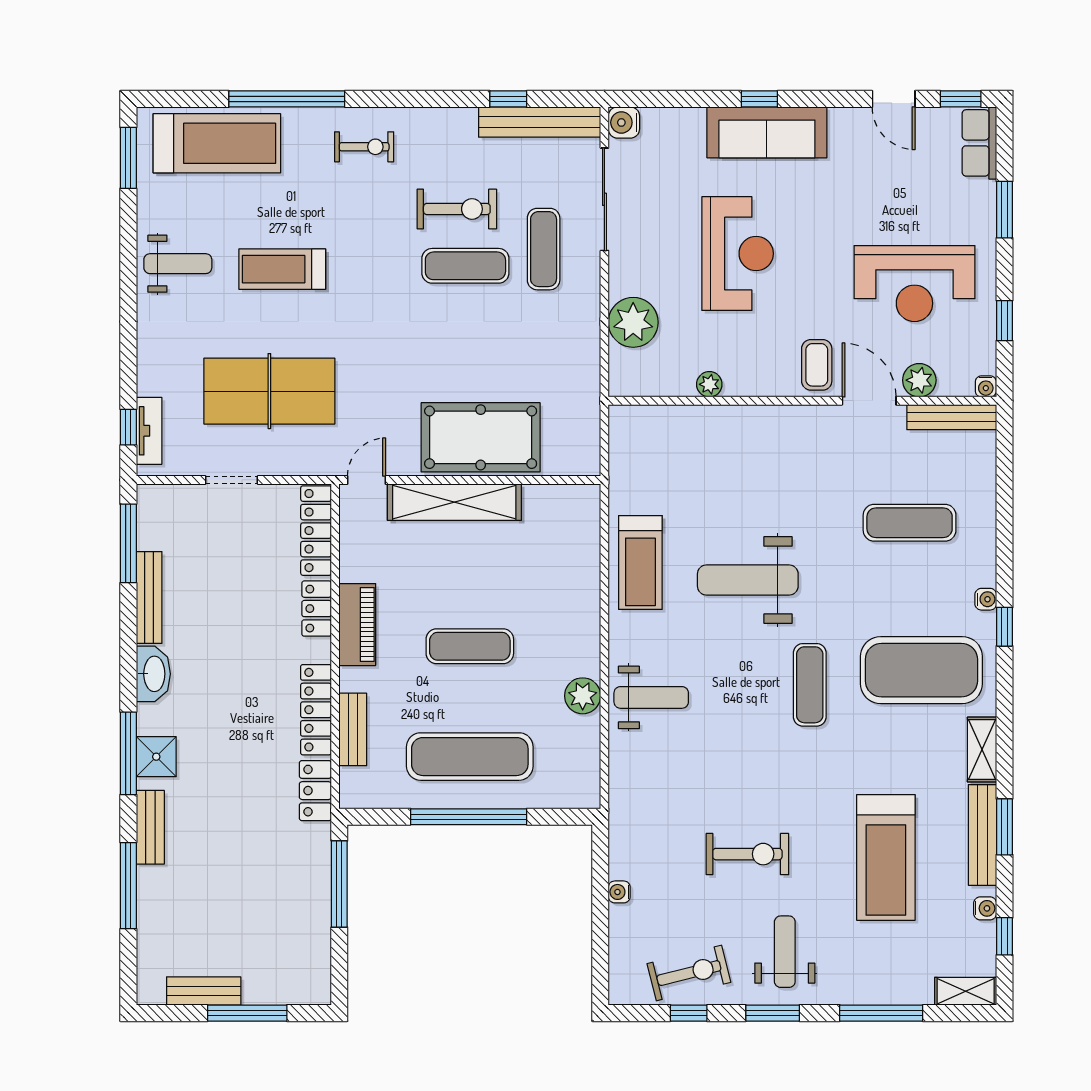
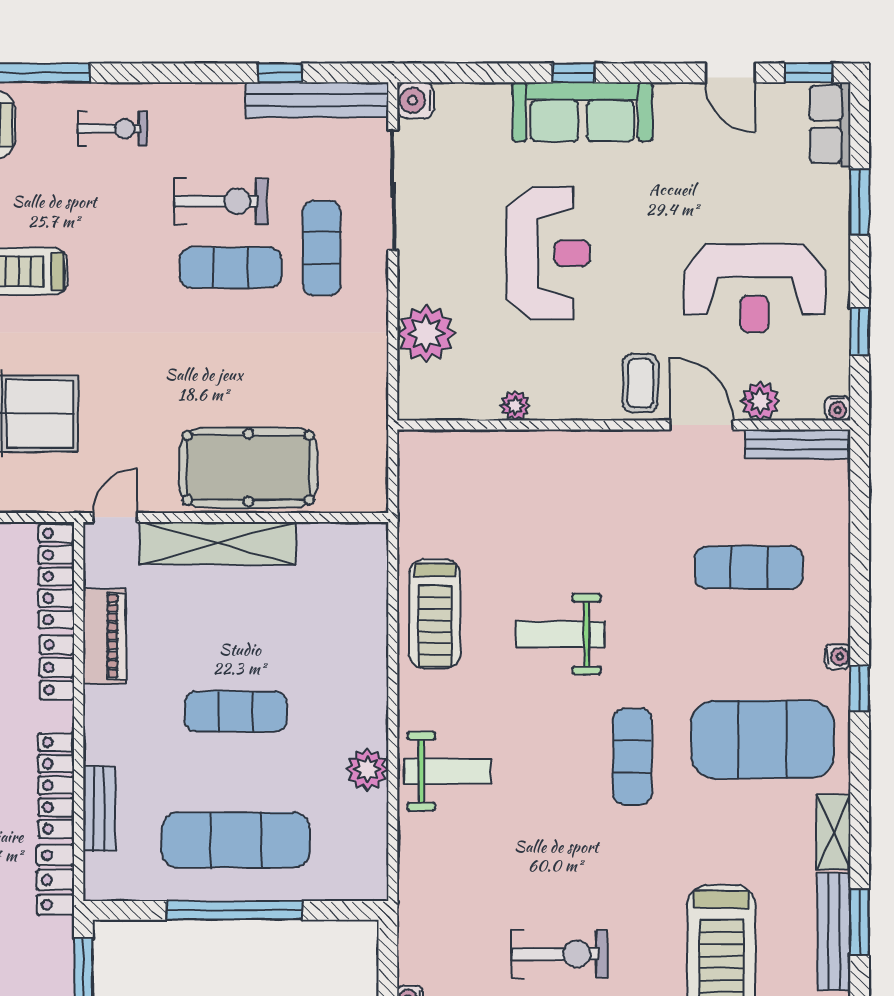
weight bench: (748, 580) -> (560, 634), width x0.73, depth x0.75
piano: (357, 625) -> (104, 636), moved

